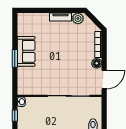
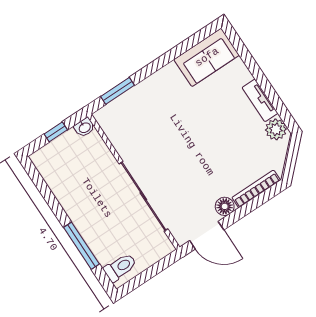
sofa: (26, 51) -> (207, 57), moved
window: (15, 58) -> (118, 91), moved

